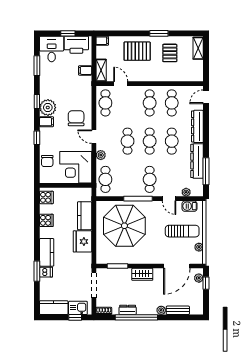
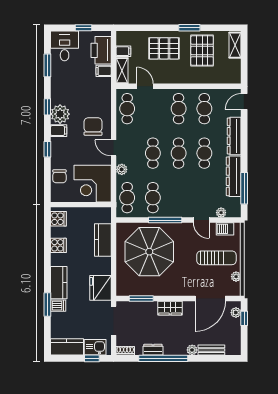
filing cabinet: (102, 41) -> (123, 51), moved
printer: (76, 45) -> (101, 50), moved, turned 90
pallet: (170, 53) -> (202, 51), width x1.50, depth x1.42
cafe table: (150, 179) -> (153, 198), moved
fridge: (82, 241) -> (100, 288), moved

